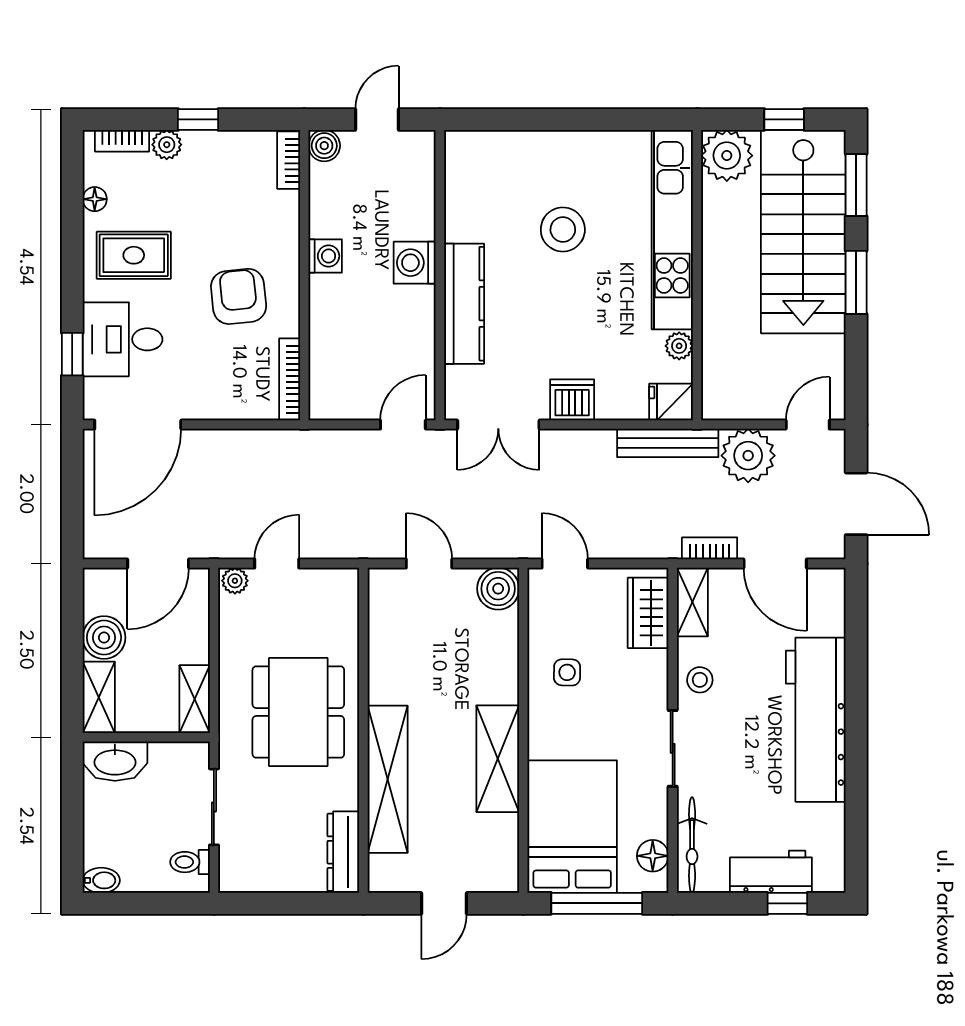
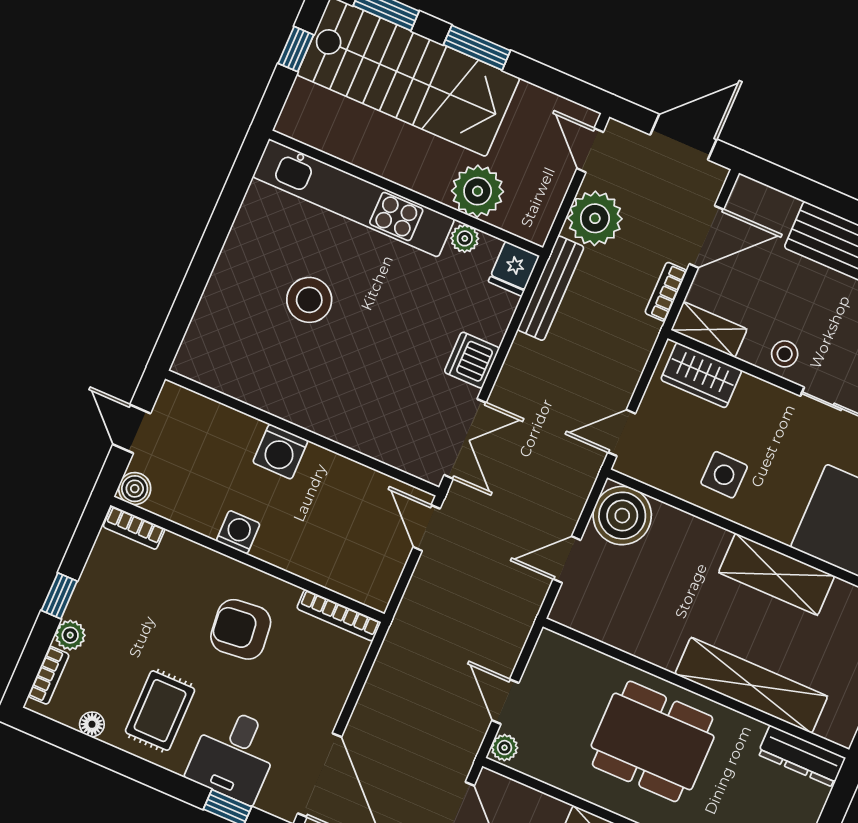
plant: (727, 156) -> (478, 191), moved
kitchen counter: (464, 304) -> (339, 422), removed
boiler: (498, 589) -> (622, 516), width x1.37, depth x1.37
side table: (567, 672) -> (724, 475), width x1.37, depth x1.37

